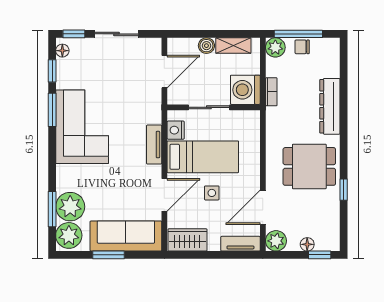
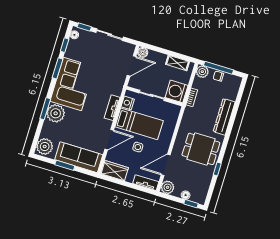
boiler: (206, 46) -> (143, 52), moved
plant: (70, 207) -> (56, 113), moved
window: (52, 209) -> (45, 109), moved

